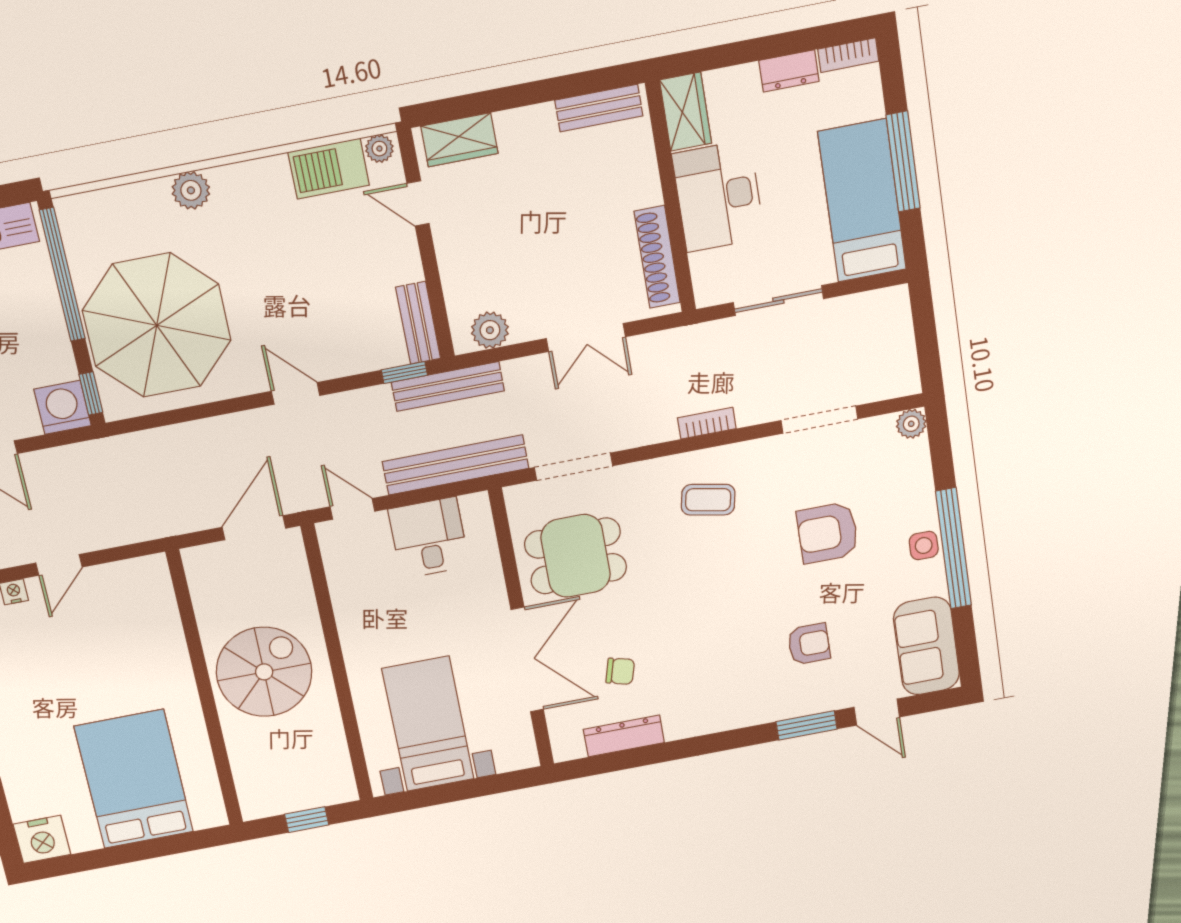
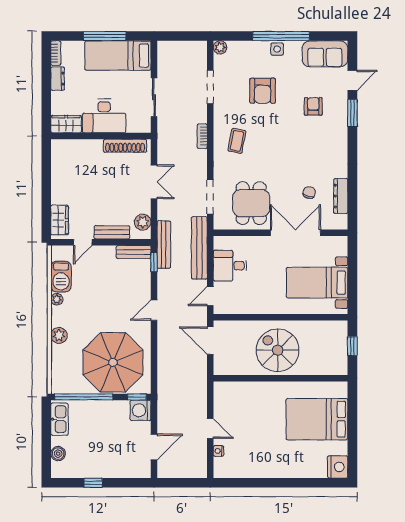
bench: (599, 108) -> (112, 232), moved, turned 90
plant: (379, 149) -> (57, 299), moved

